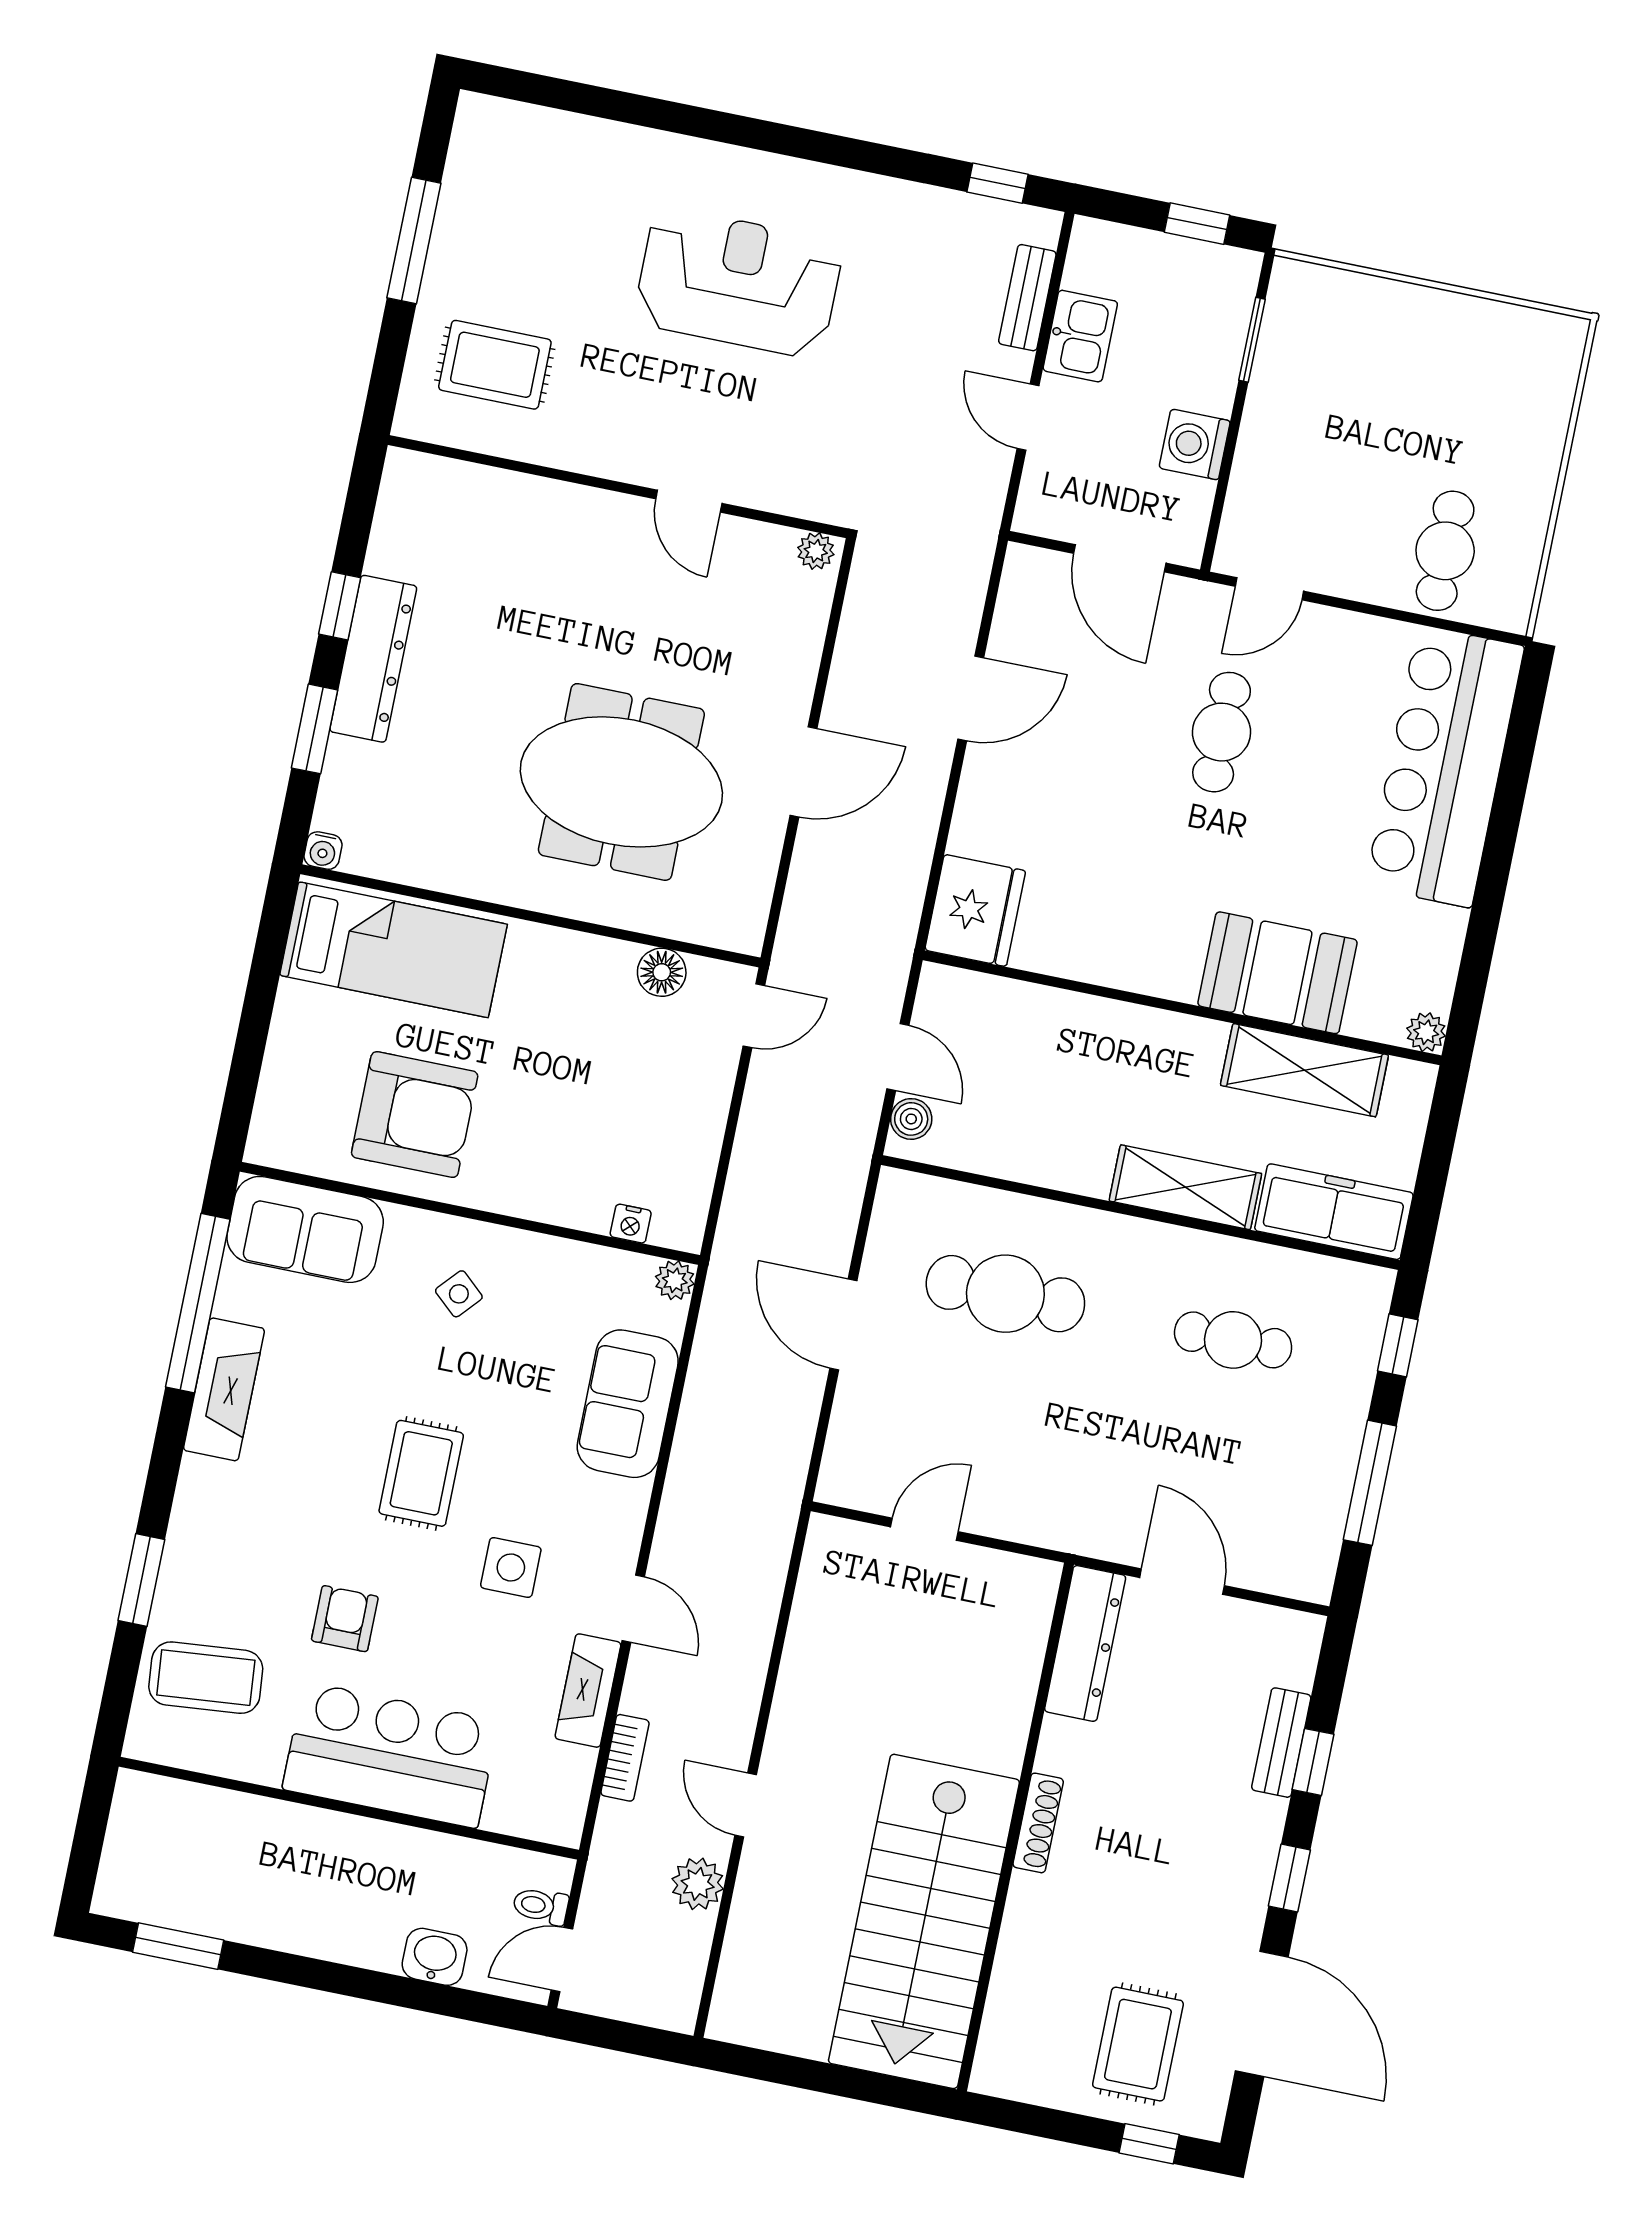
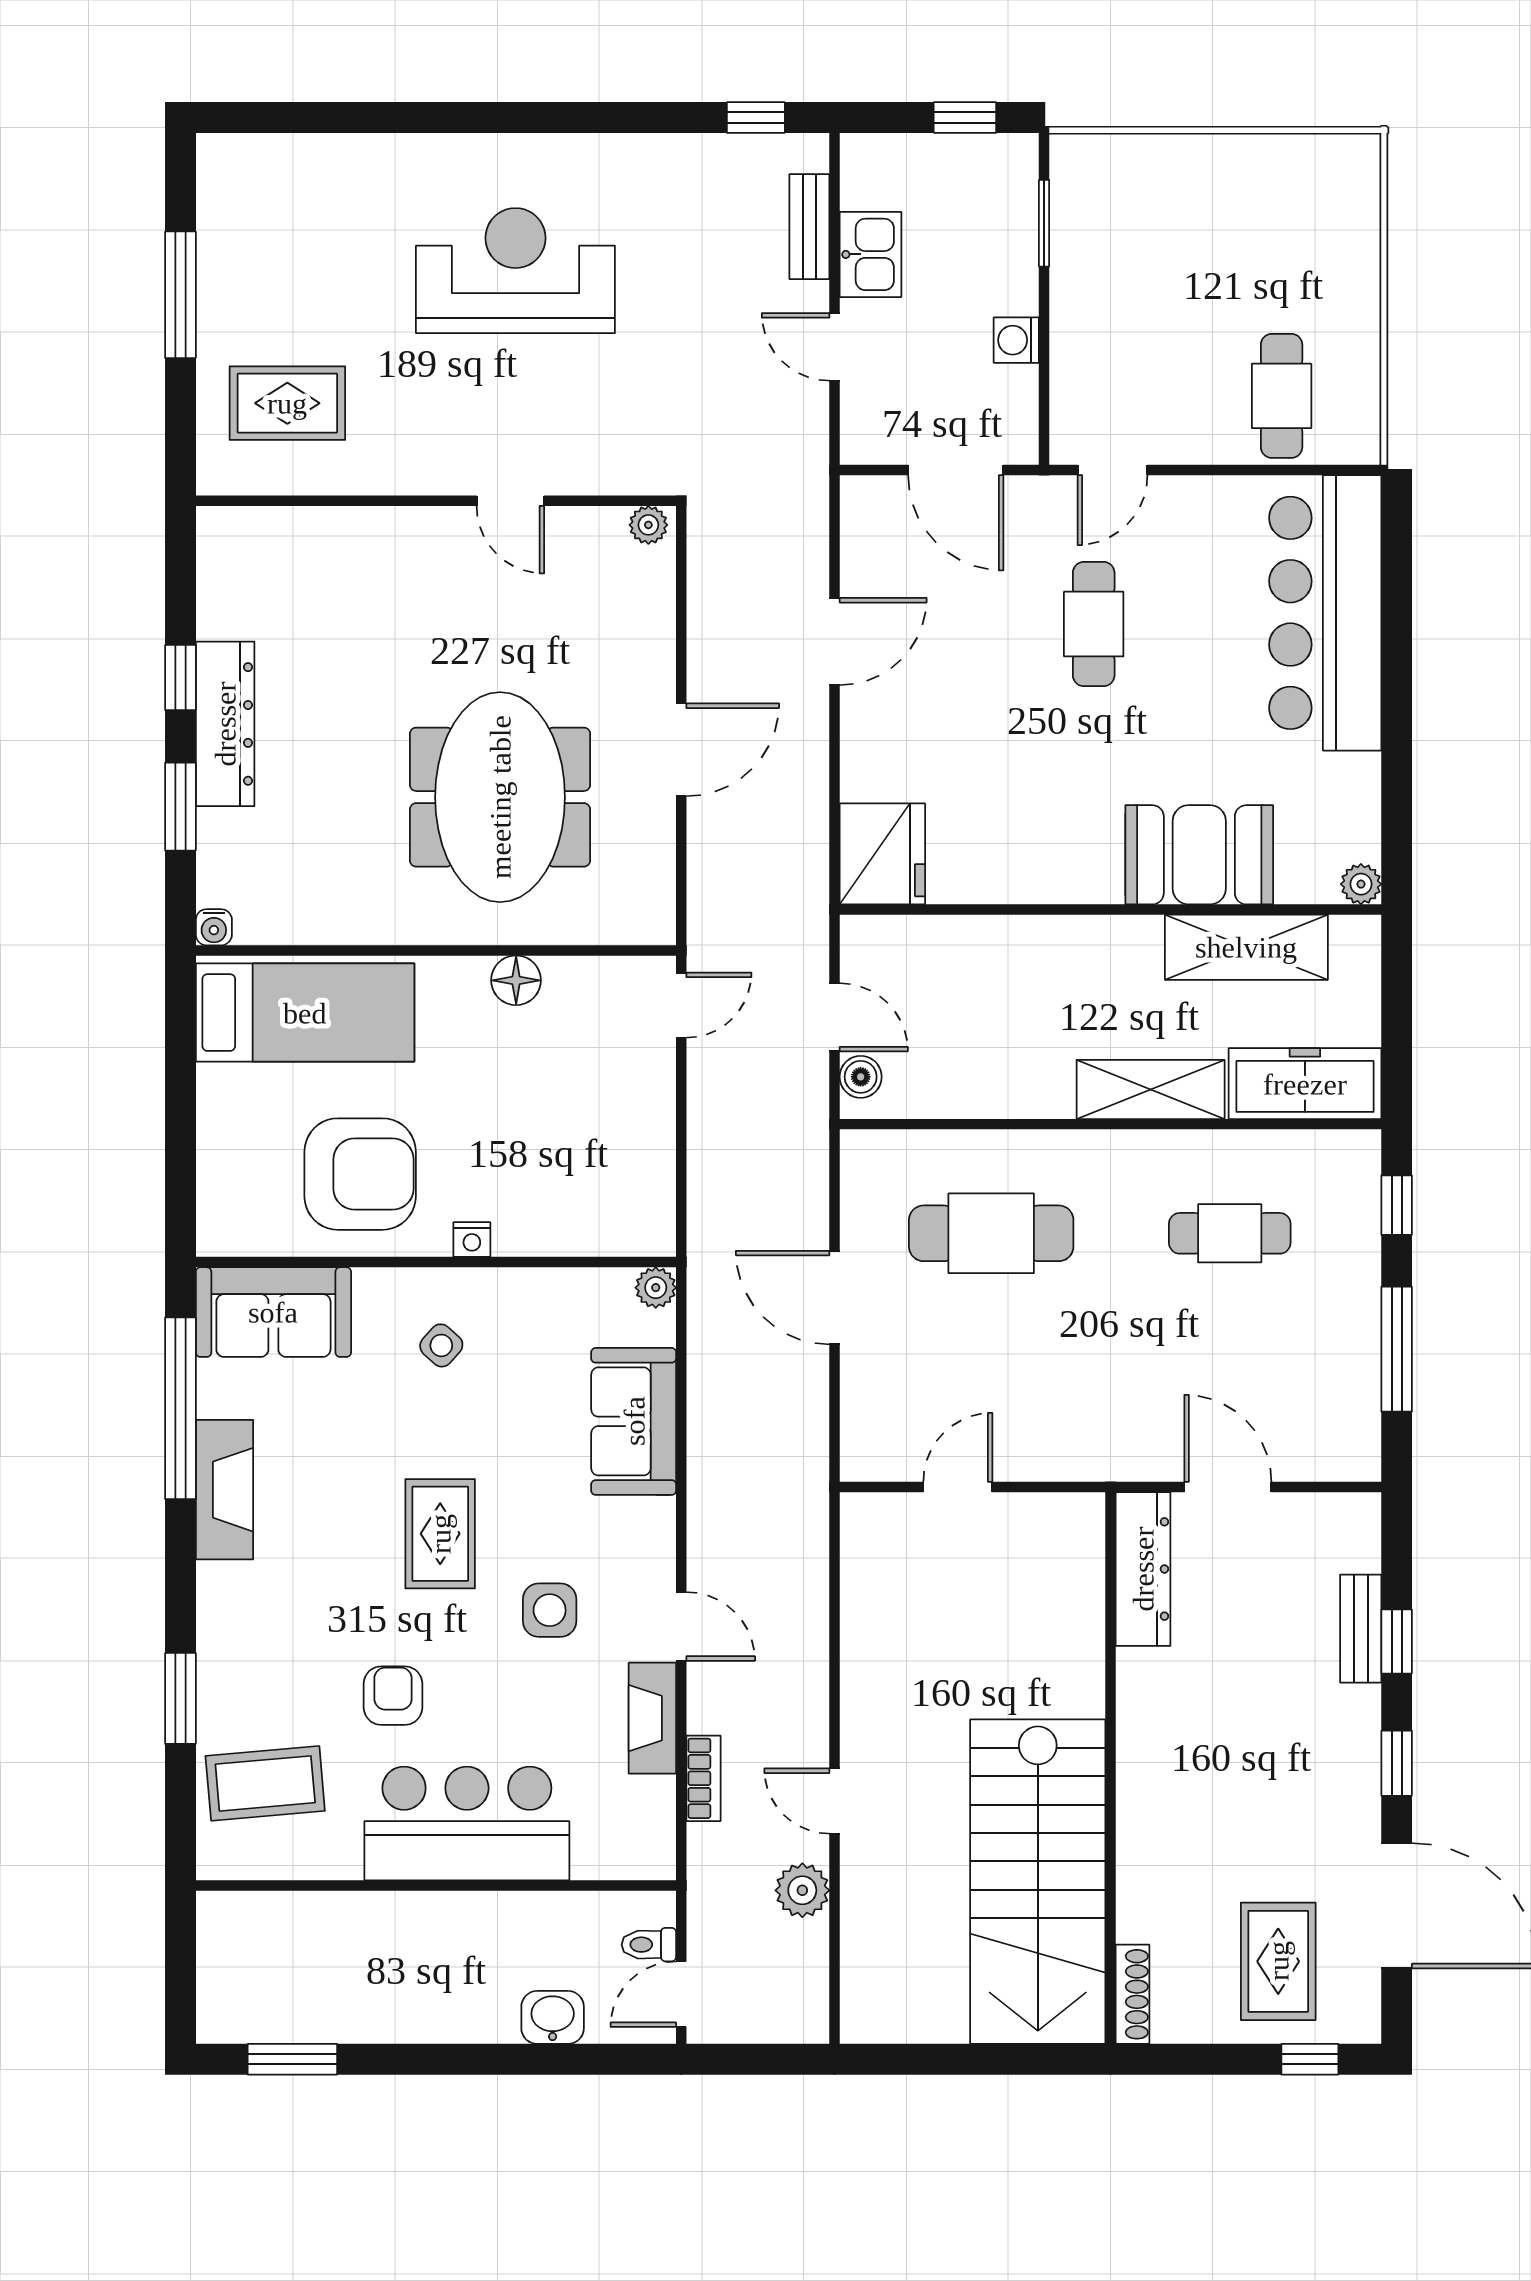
washing machine: (1195, 444) -> (1016, 340), width x0.73, depth x0.73
meeting table: (621, 782) -> (500, 797), turned 90
floor lamp: (662, 972) -> (516, 980), moved
nightstand: (631, 1224) -> (472, 1240), moved
shoe rack: (1038, 1823) -> (1132, 1994), moved

